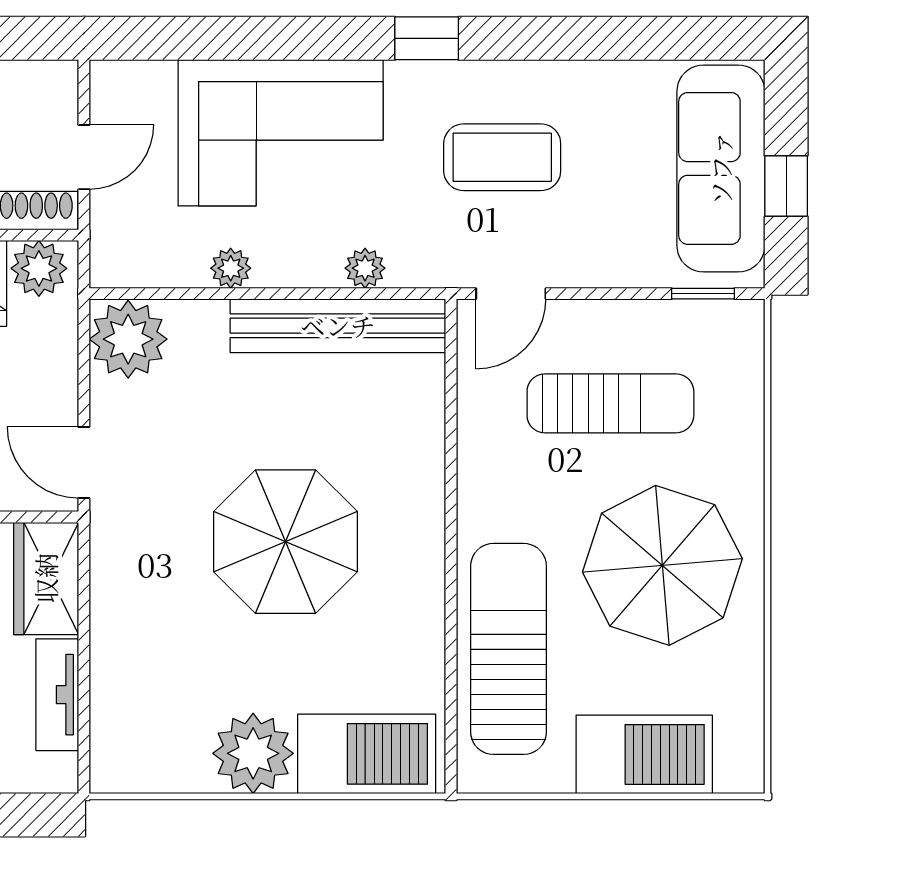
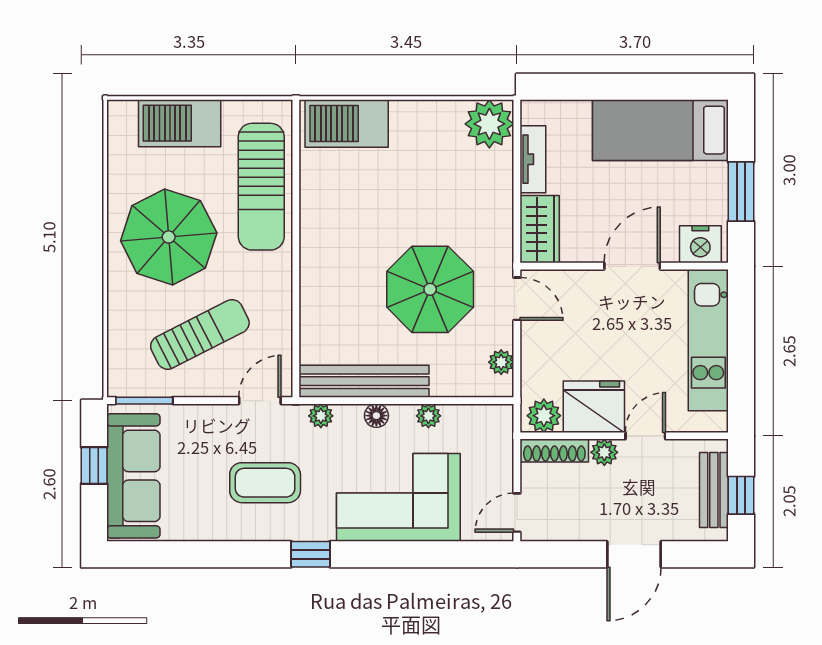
door: (84, 157) -> (517, 513), moved
plant: (365, 268) -> (321, 416), moved
floor lamp: (317, 269) -> (376, 416), added
window: (703, 294) -> (144, 401), width x1.50
plant: (128, 339) -> (501, 362), width x0.53, depth x0.53
sun lounger: (610, 403) -> (200, 334), turned 153
parasol: (285, 542) -> (430, 289), moved
plant: (253, 753) -> (489, 124), moved

